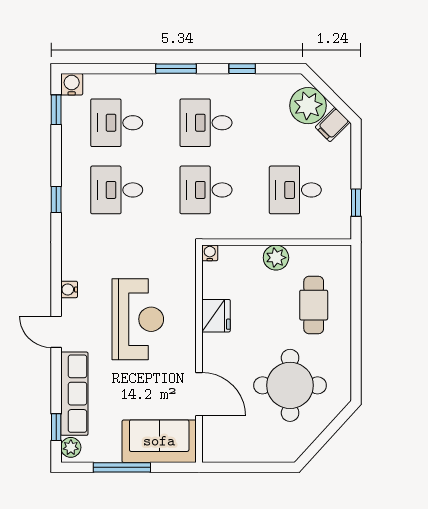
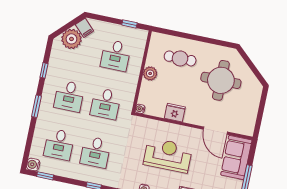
door: (199, 394) -> (215, 131), swing flipped

